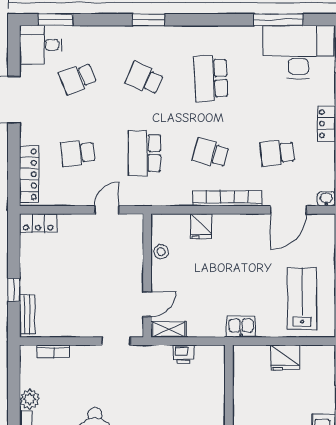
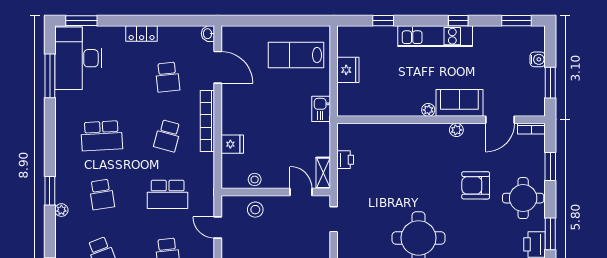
plant: (127, 33) -> (61, 210), added
school desk: (144, 78) -> (102, 194), turned -33
stool: (127, 252) -> (255, 210), added

